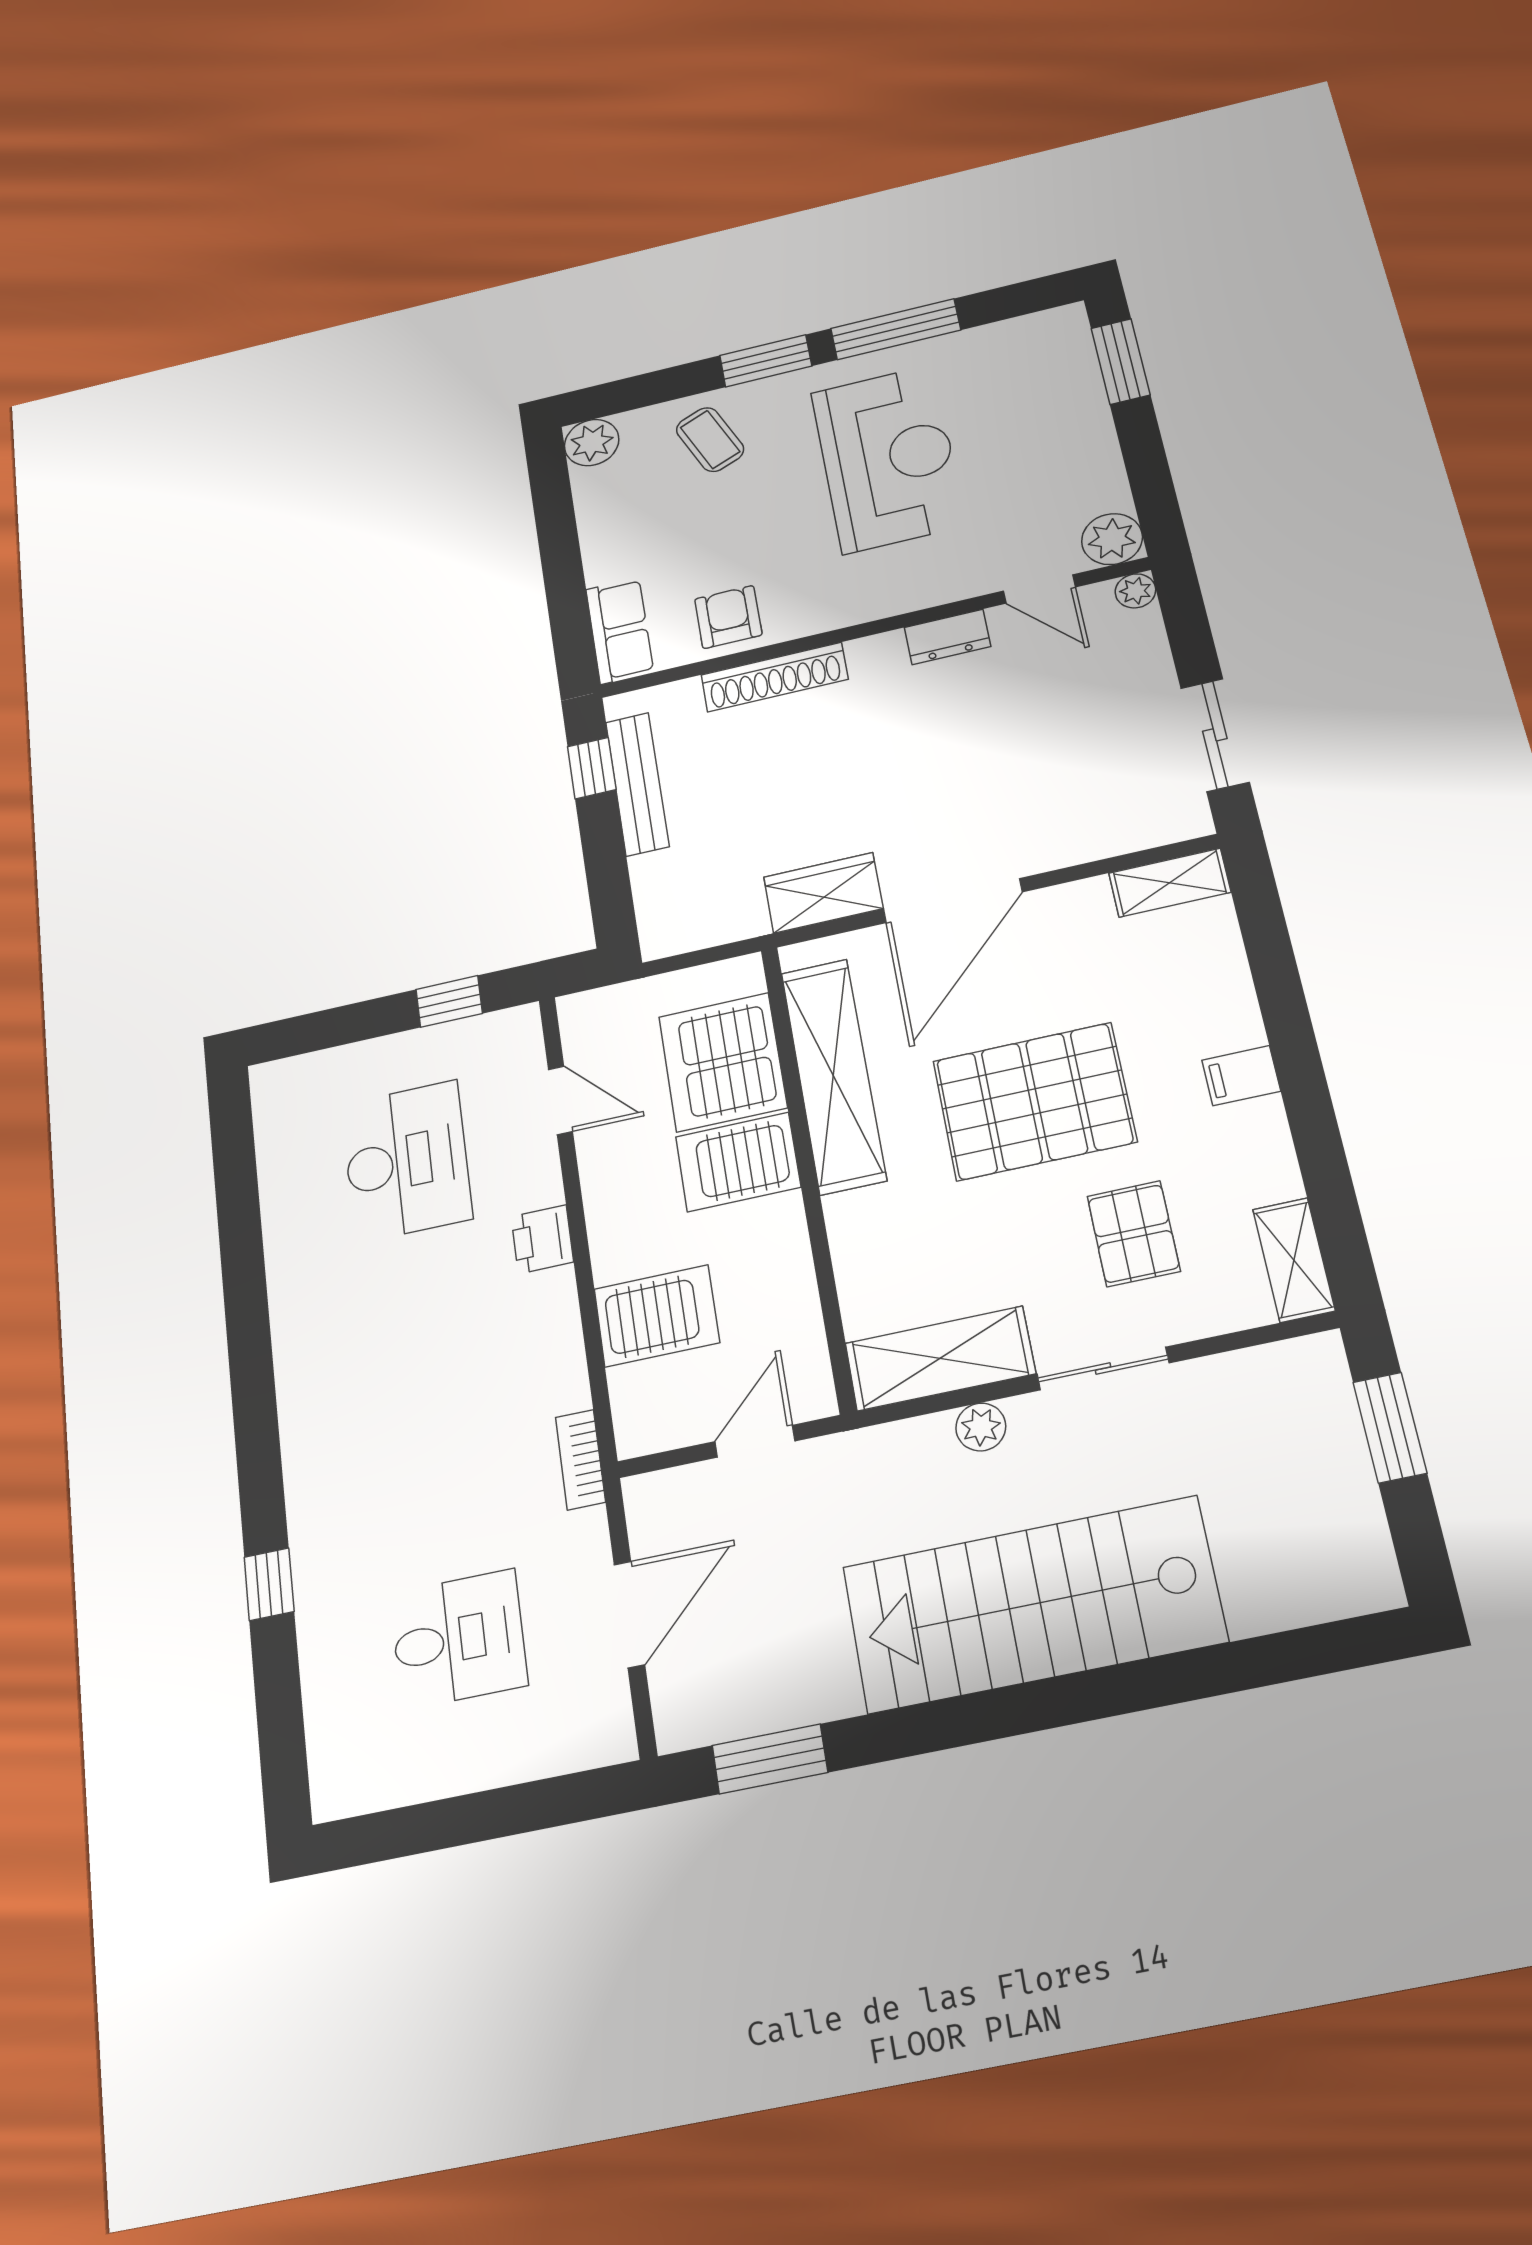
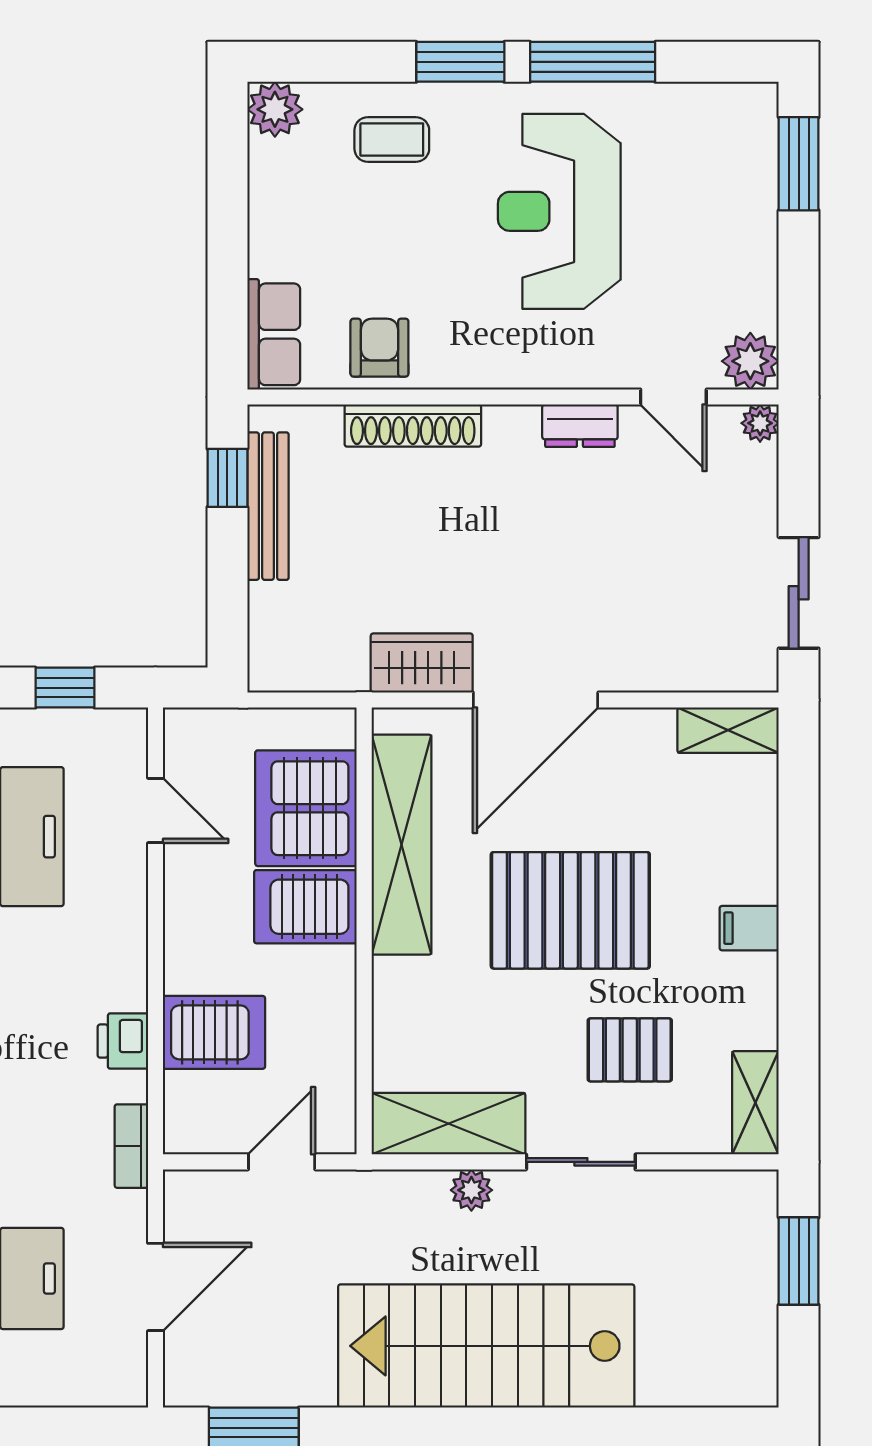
coffee table: (710, 439) -> (392, 140), turned -67
reception desk: (888, 459) -> (559, 211), turned 180
pallet: (1134, 1234) -> (630, 1050), turned 90
printer: (542, 1239) -> (123, 1041), moved

